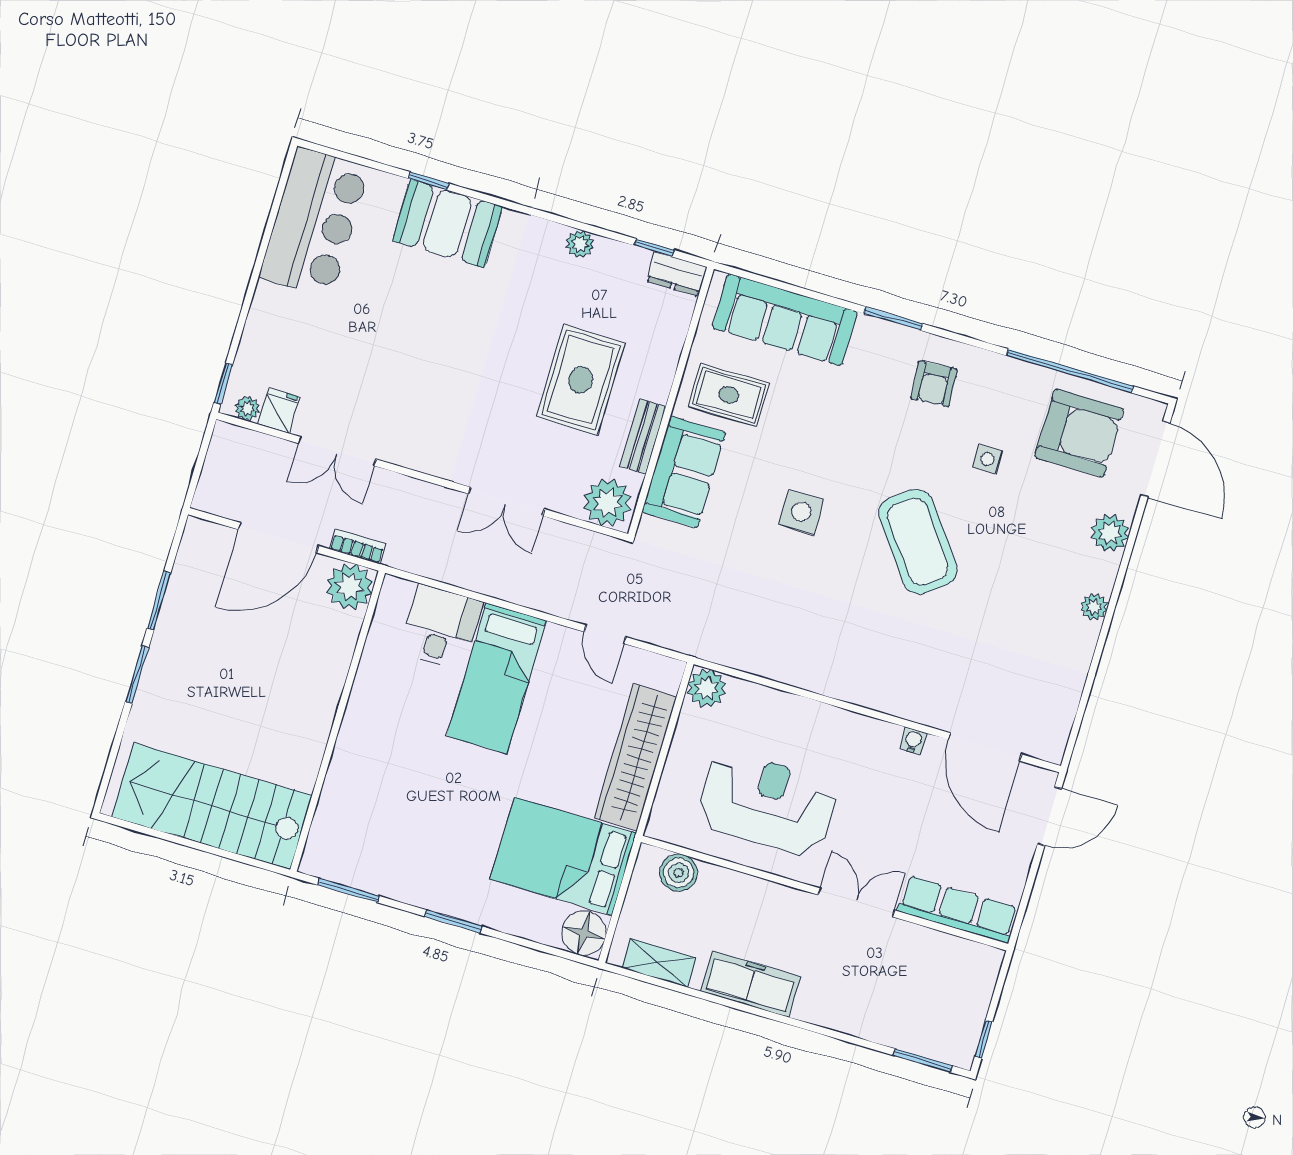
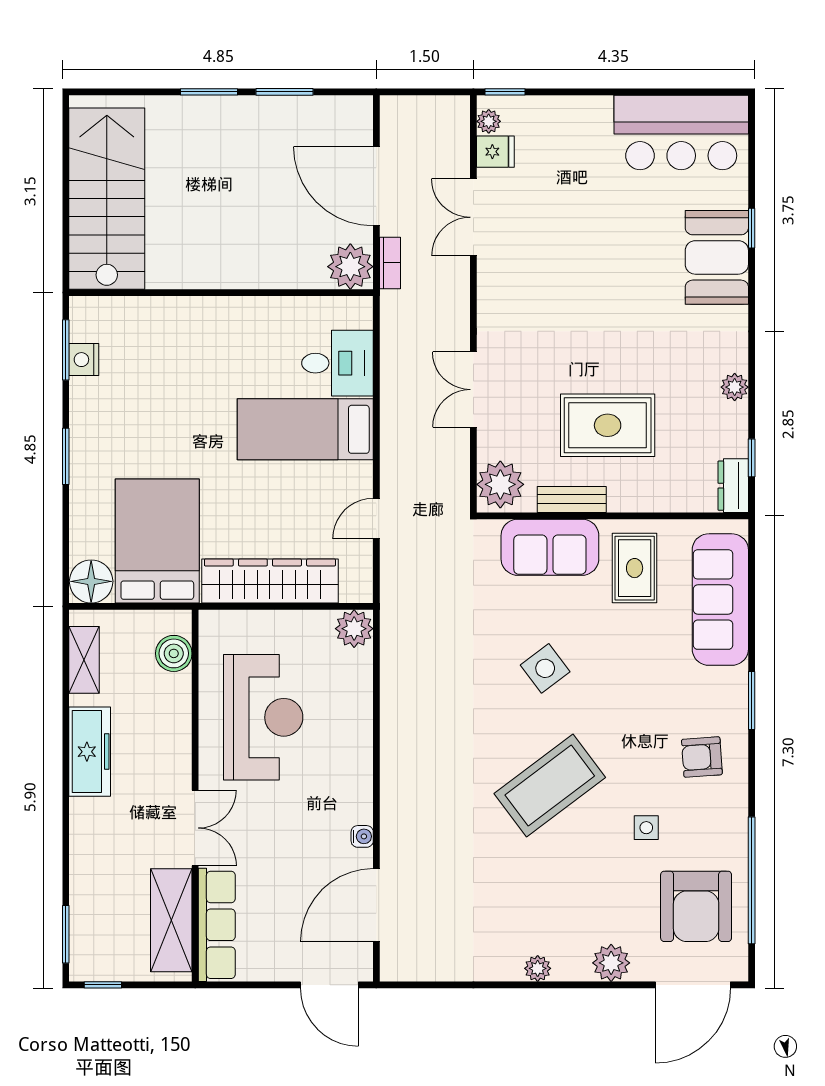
side table: (801, 512) -> (545, 668), turned -37
nightstand: (364, 876) -> (84, 360), added
shelving: (940, 953) -> (171, 920), added

